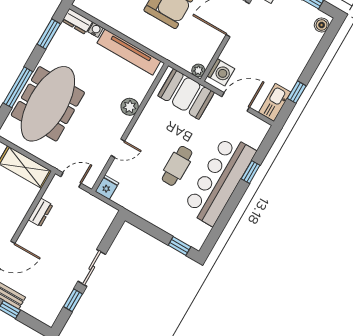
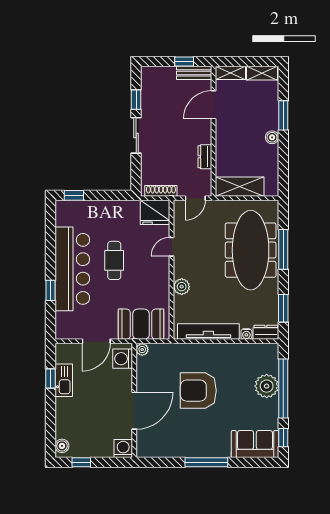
kitchen sink: (275, 102) -> (64, 380), moved
fridge: (107, 187) -> (155, 212), width x1.88, depth x1.34
shoe rack: (98, 204) -> (161, 191), added

